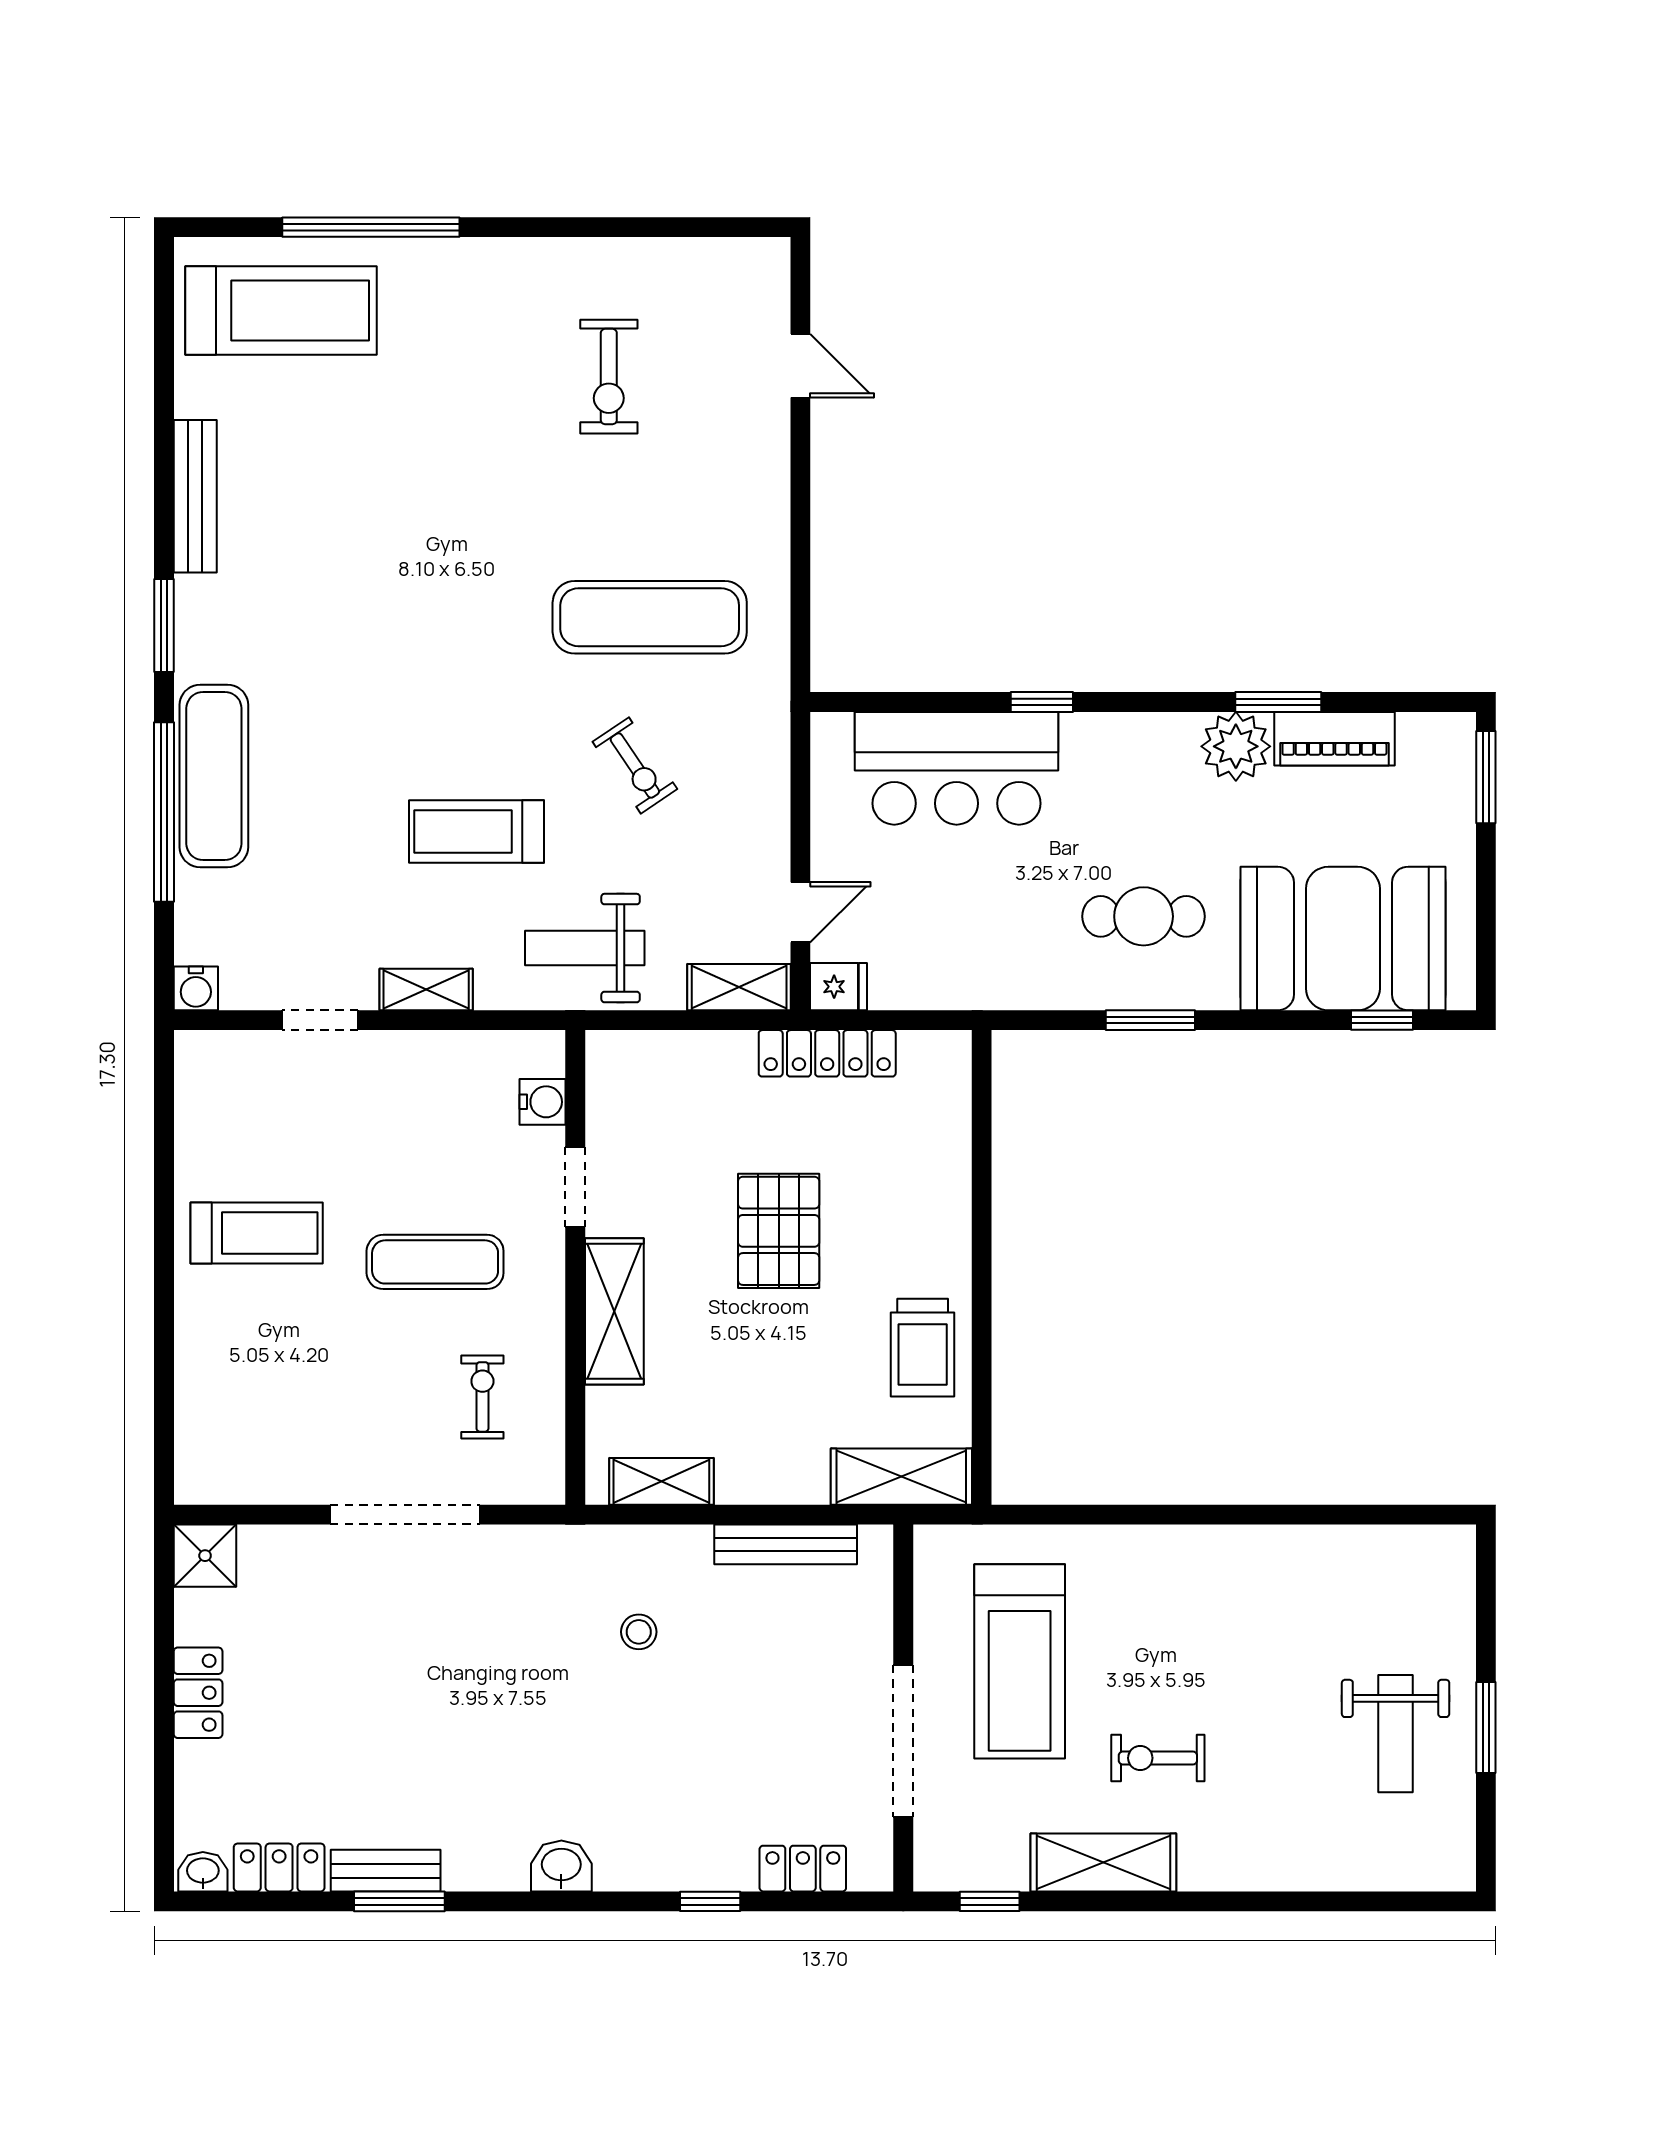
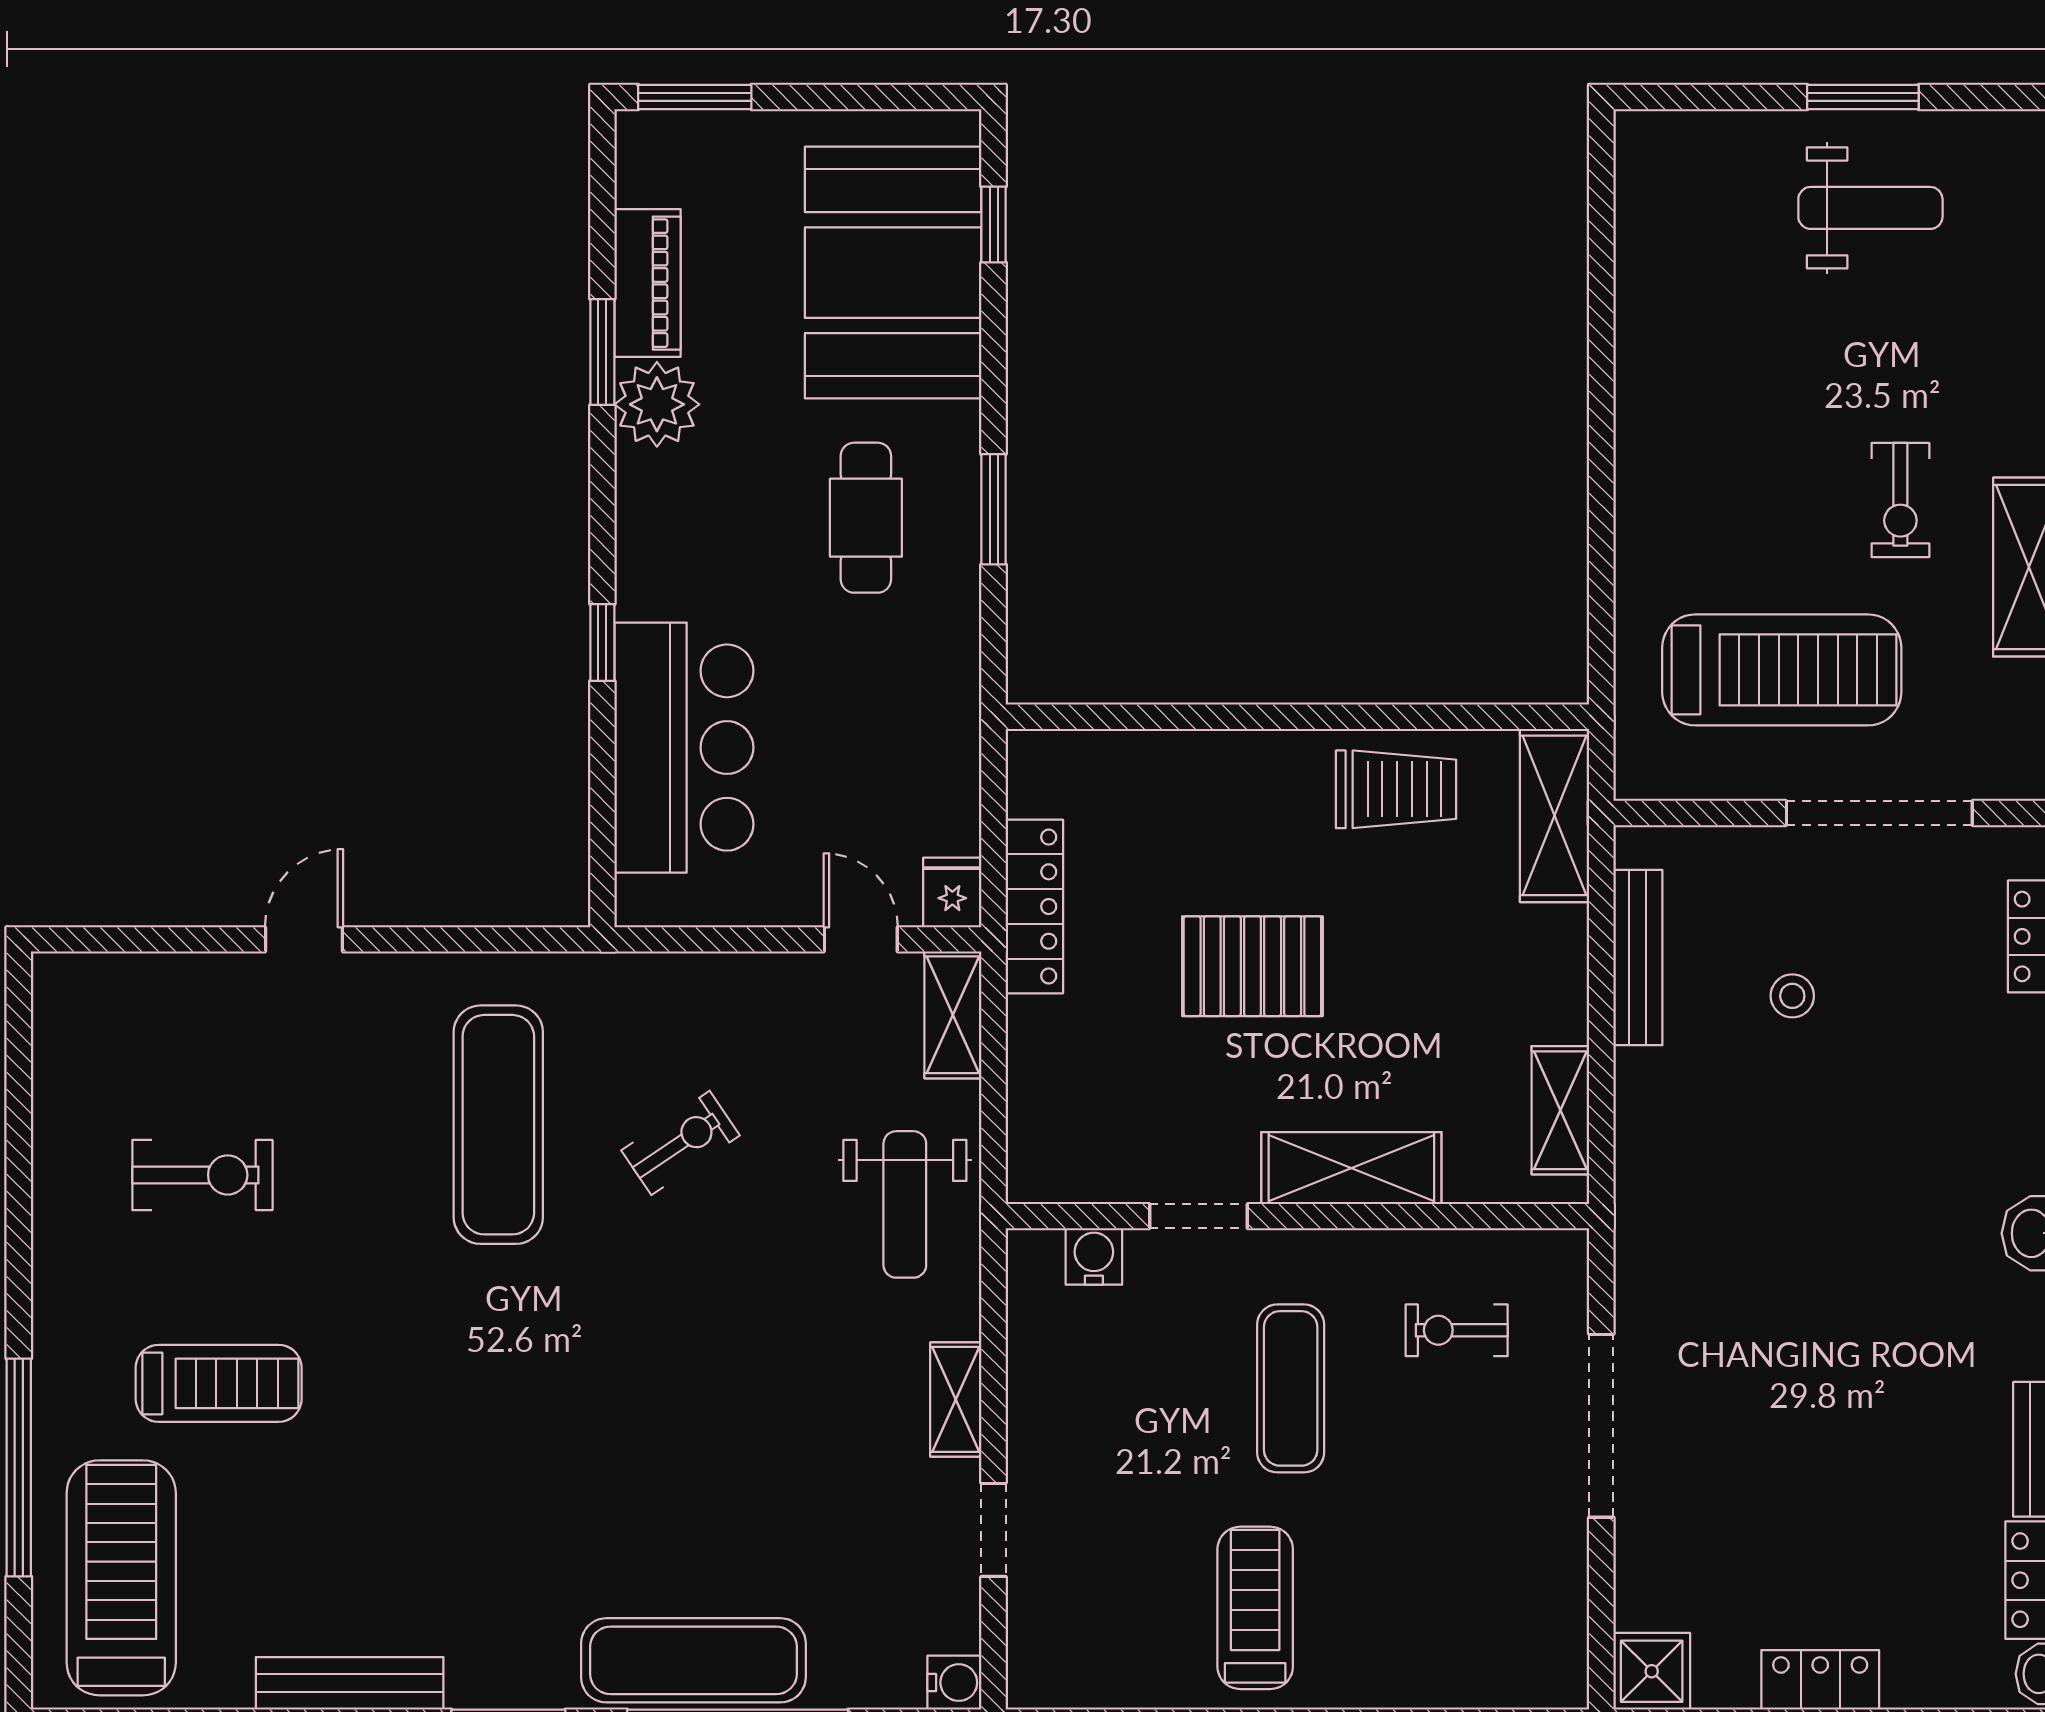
door: (800, 366) -> (304, 939), moved
treadmill: (477, 832) -> (219, 1383), moved, turned -90
stool: (639, 1632) -> (1792, 996), moved

